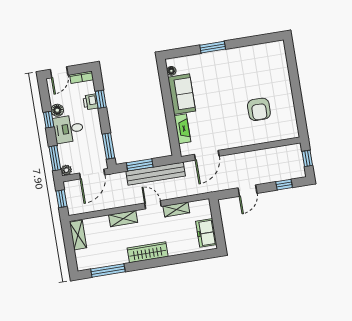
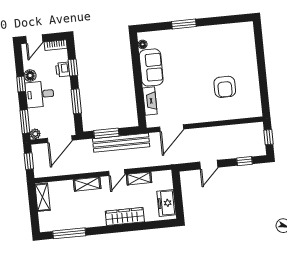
window: (108, 146) -> (76, 101), moved
door: (153, 205) -> (117, 173), swing flipped
wardrobe: (148, 252) -> (125, 216), moved

